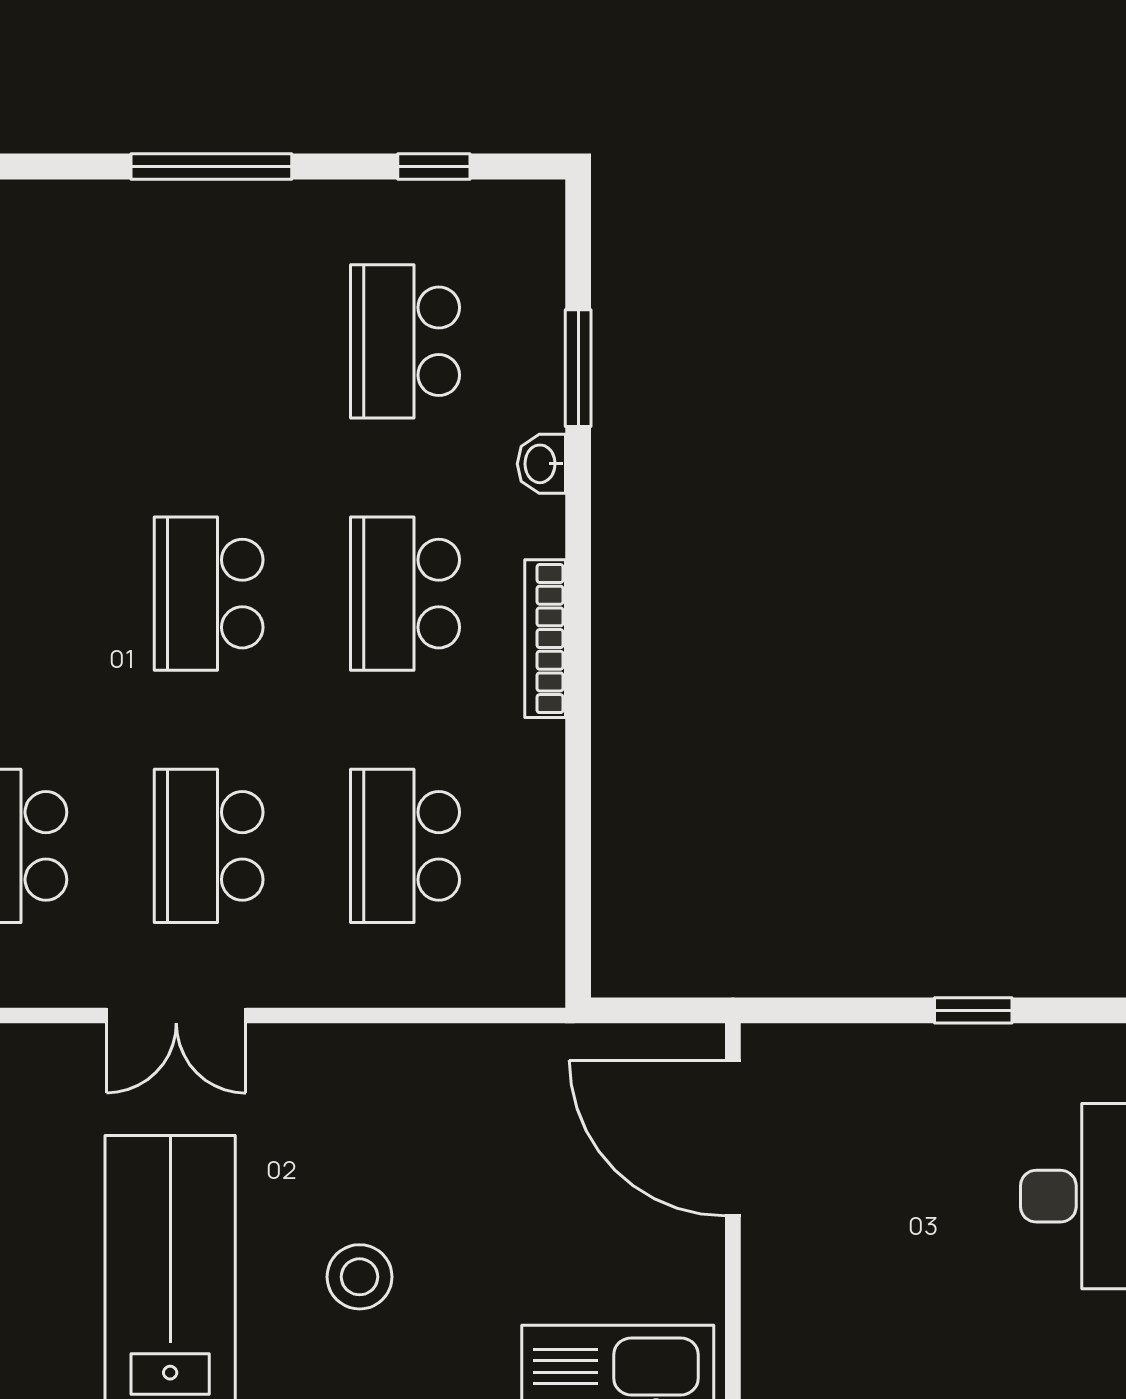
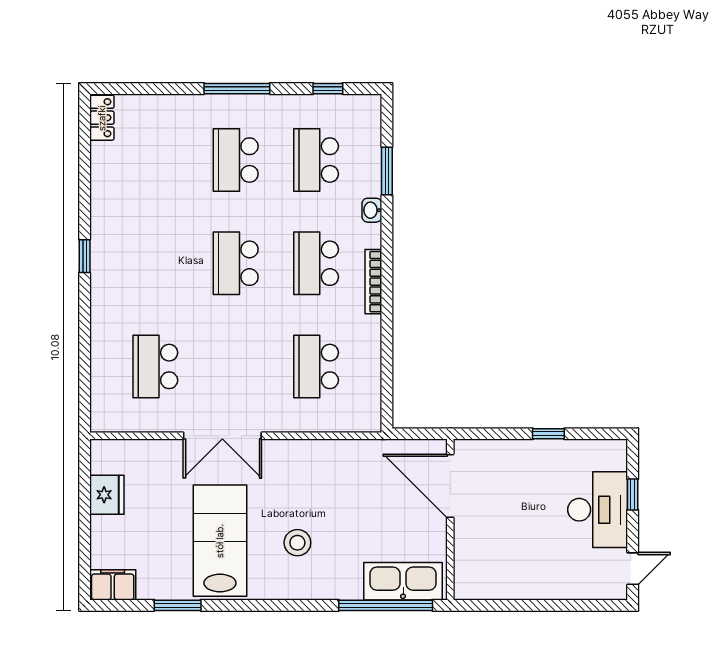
school desk: (209, 846) -> (236, 160), moved
double door: (176, 1016) -> (222, 436), width x1.37

